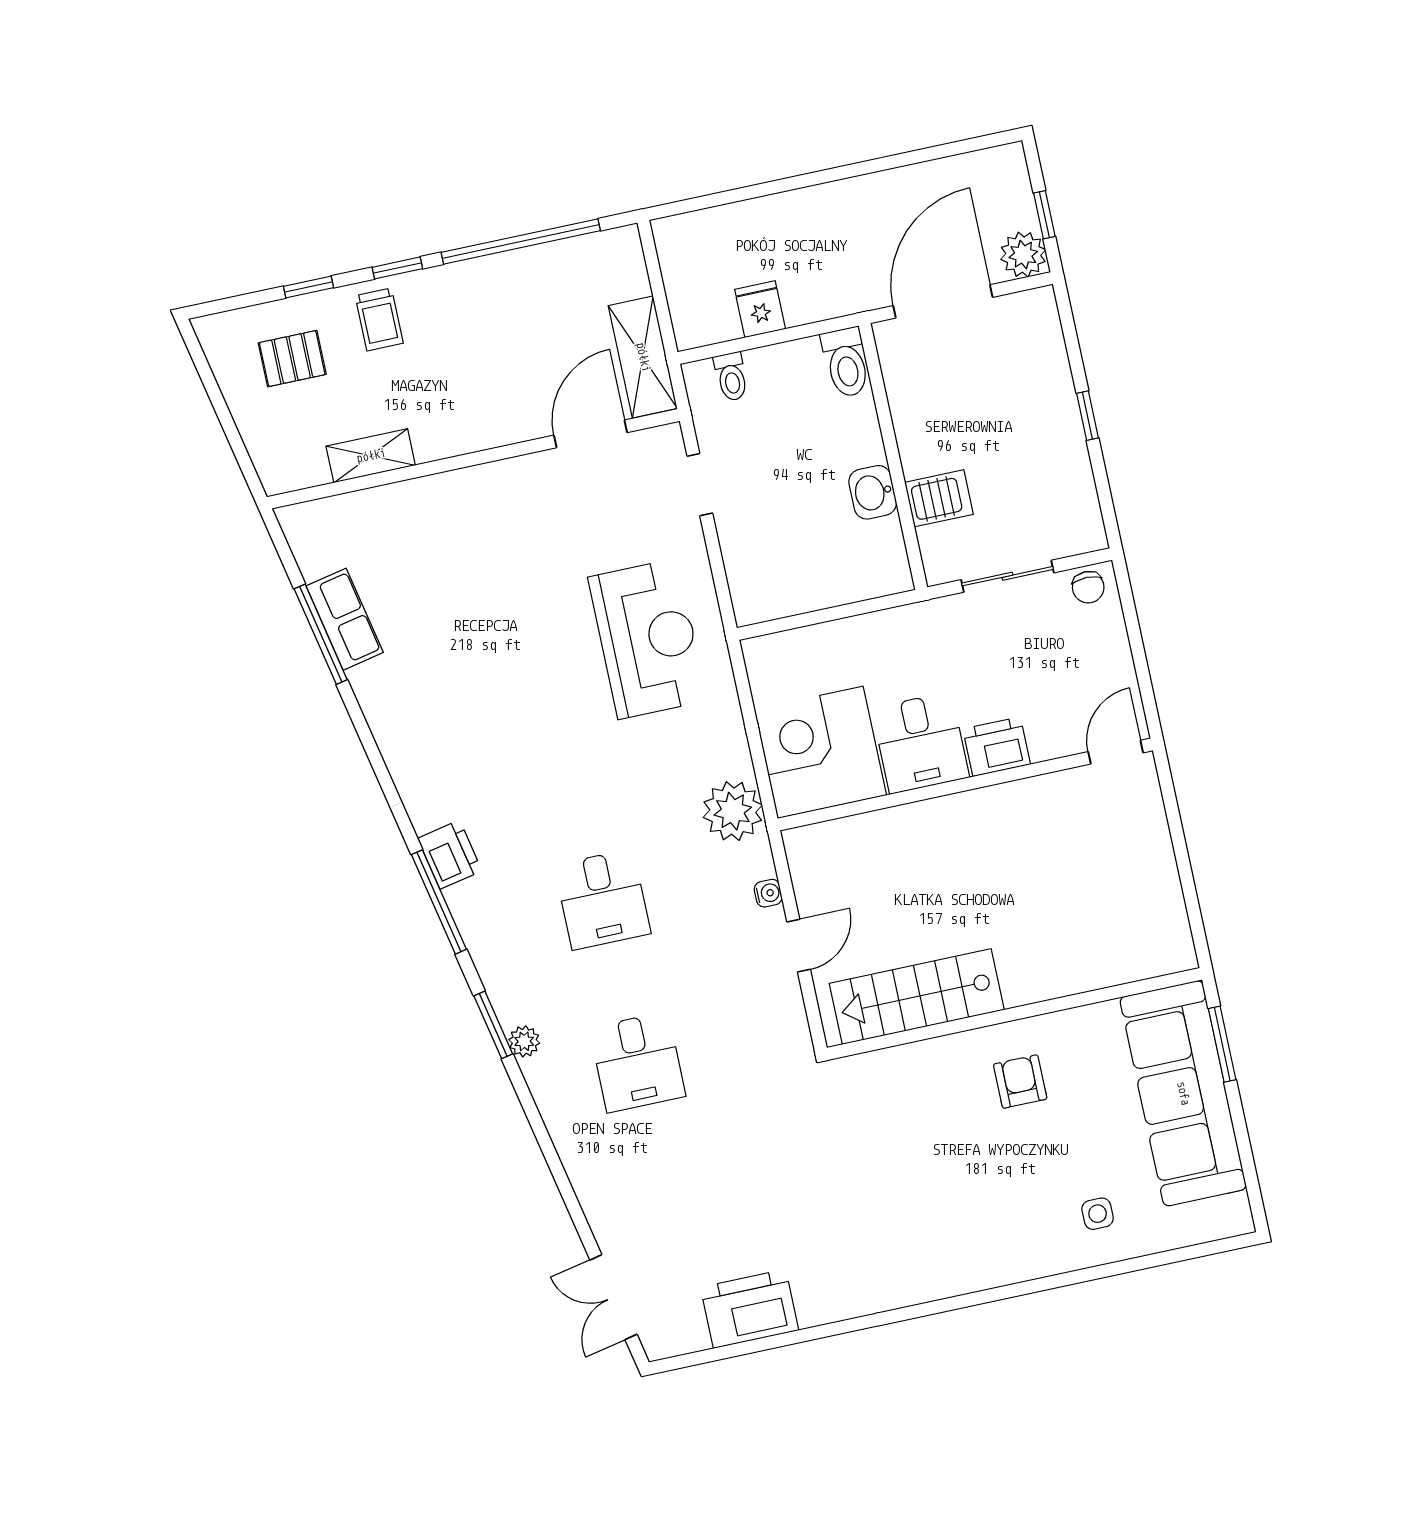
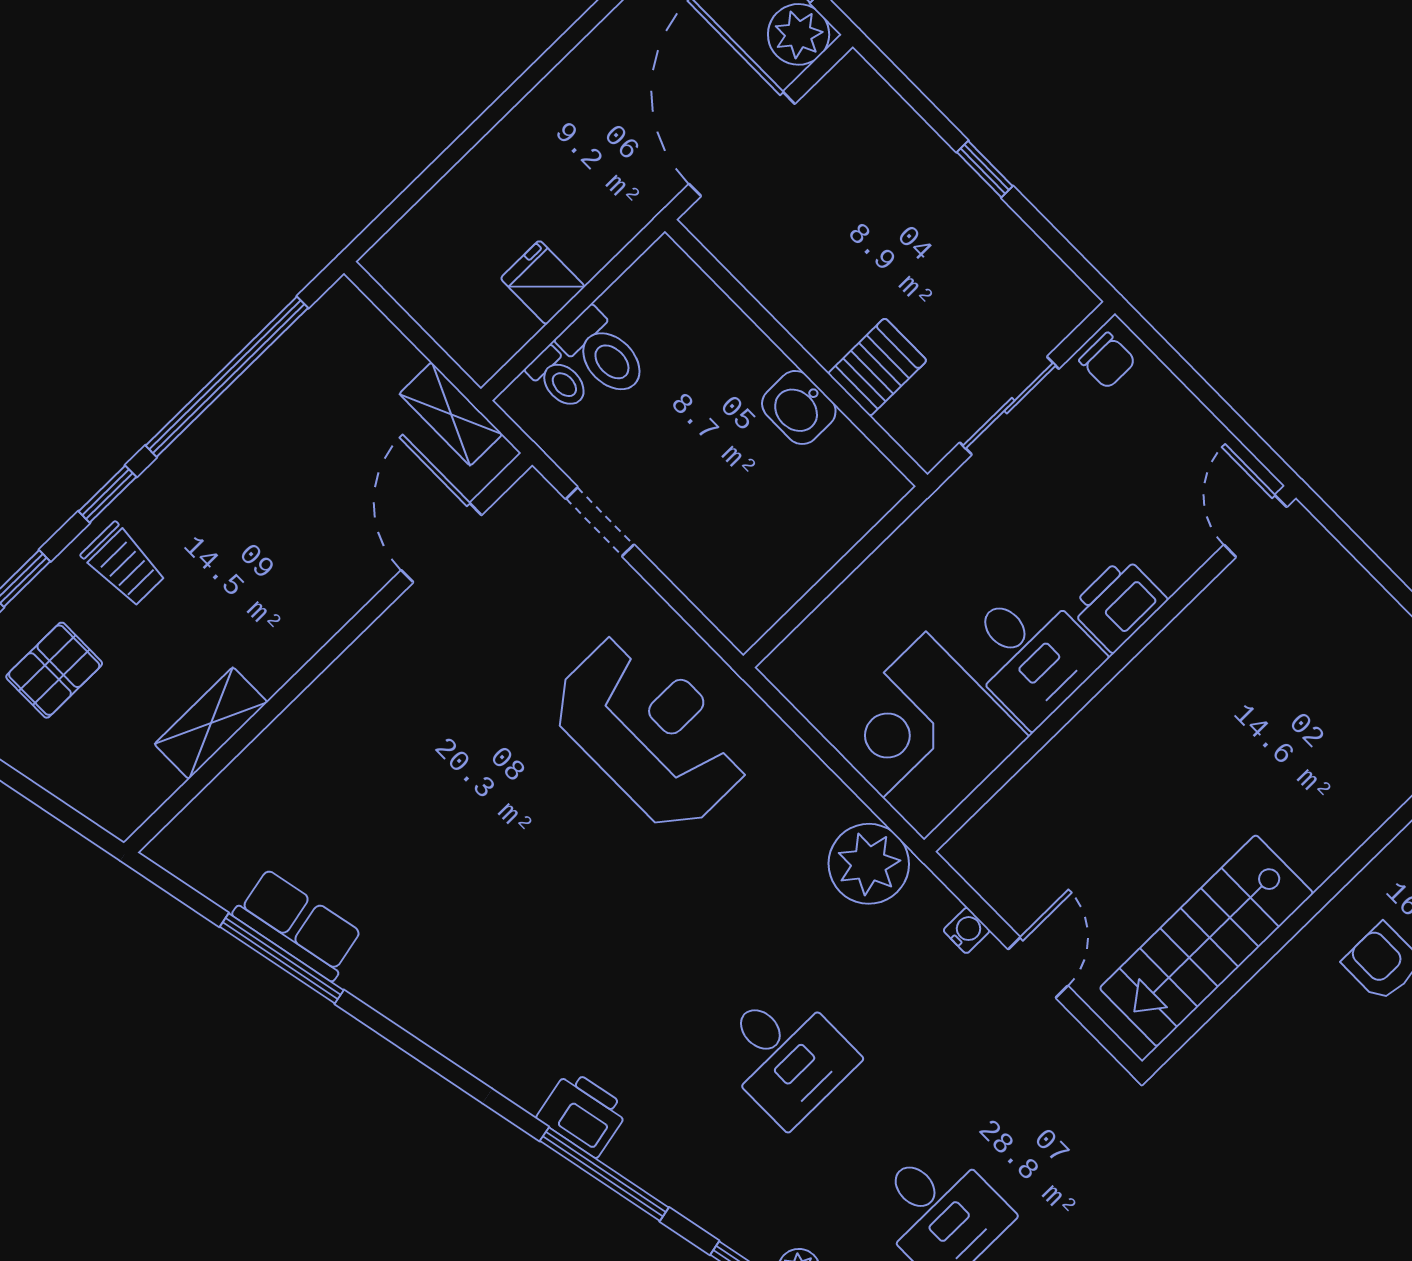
shelving: (643, 357) -> (451, 414), width x0.67, depth x0.75
toilet: (846, 362) -> (603, 353), moved

